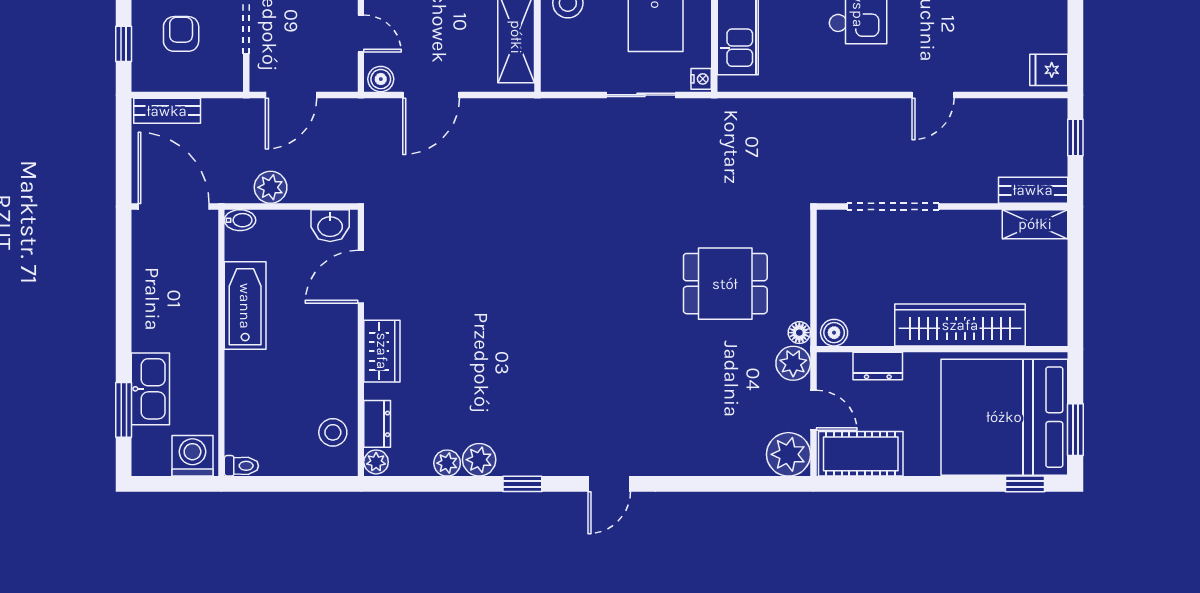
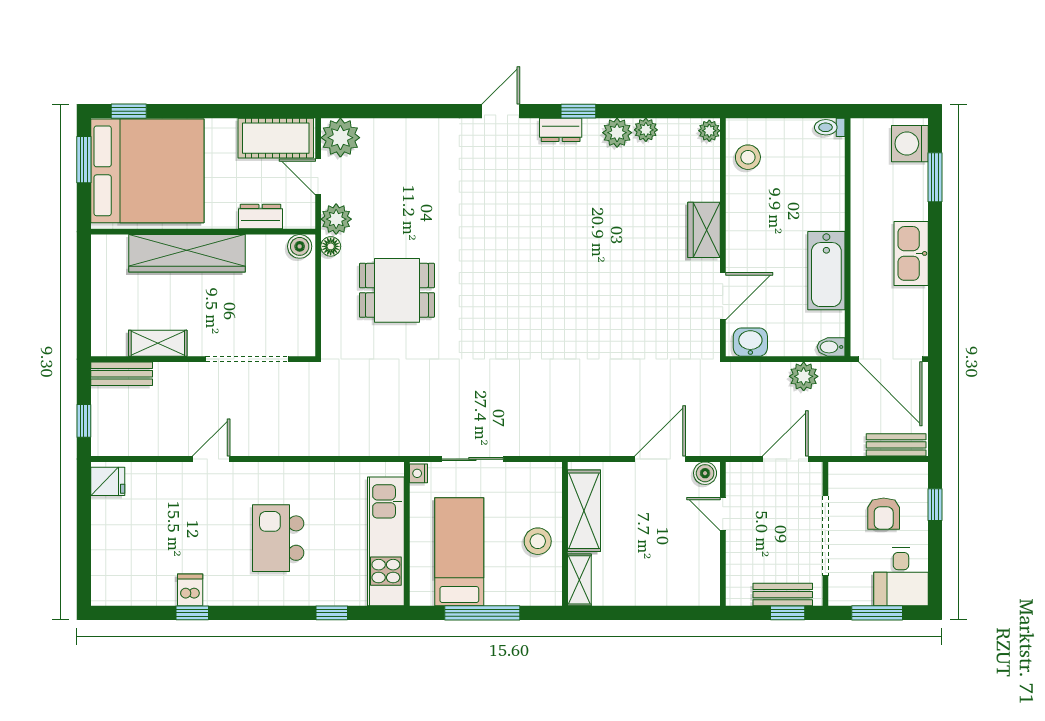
shelving: (1035, 224) -> (158, 343), moved
kitchen sink: (150, 389) -> (911, 253), moved
dresser: (377, 424) -> (561, 130), moved, turned -90
washing machine: (192, 456) -> (910, 144), moved, turned 90

